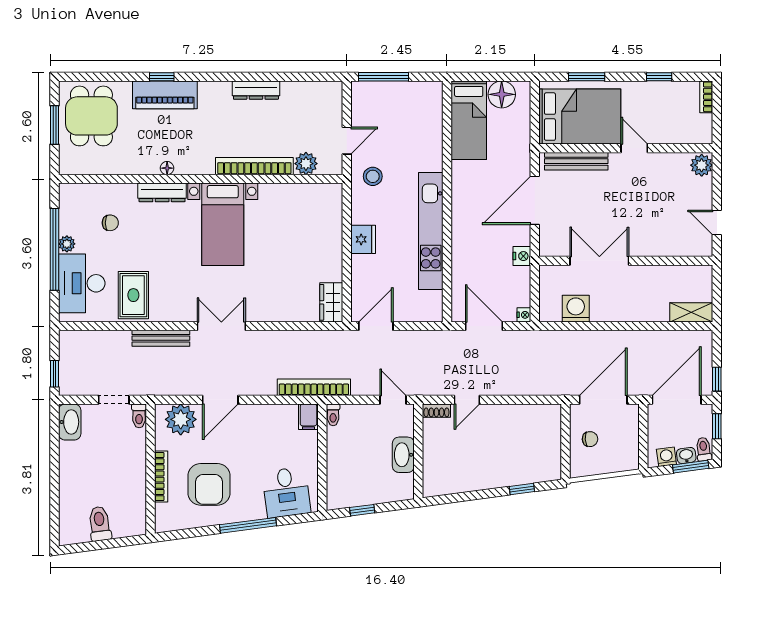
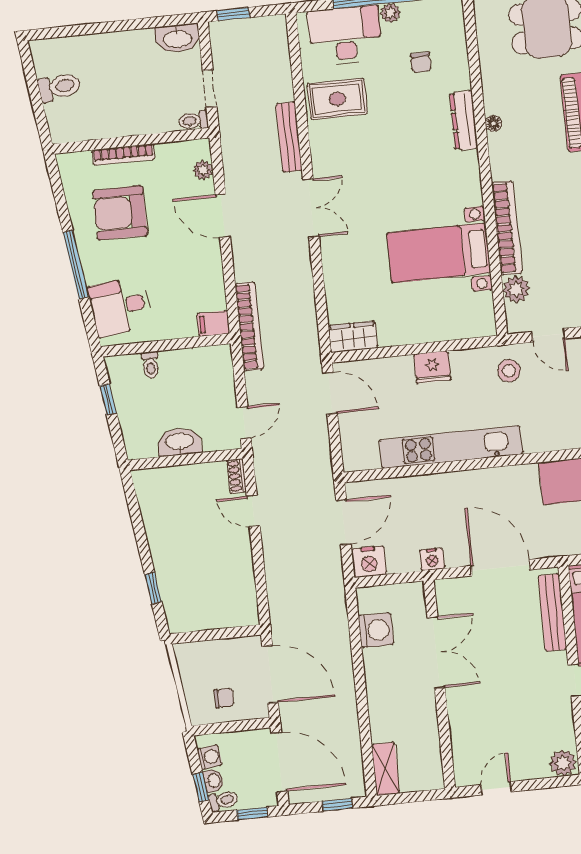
bed with nightstands: (223, 224) -> (439, 253), moved
nightstand: (524, 315) -> (369, 562), width x1.89, depth x1.79
window: (717, 379) -> (337, 805), moved
toilet: (333, 415) -> (151, 365), moved, turned -90
plant: (181, 419) -> (203, 170), width x0.53, depth x0.53
chair: (590, 439) -> (224, 698), moved, turned -86
window: (691, 467) -> (201, 787), width x0.67

